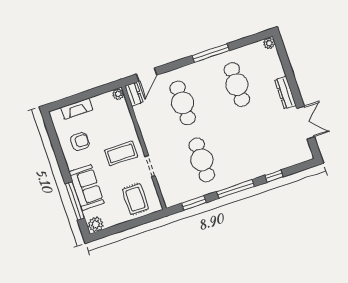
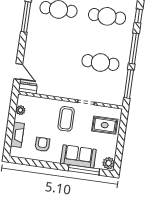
plant: (118, 94) -> (20, 110), moved
cafe table: (183, 103) -> (107, 16), moved
window: (194, 203) -> (129, 84), width x1.44

